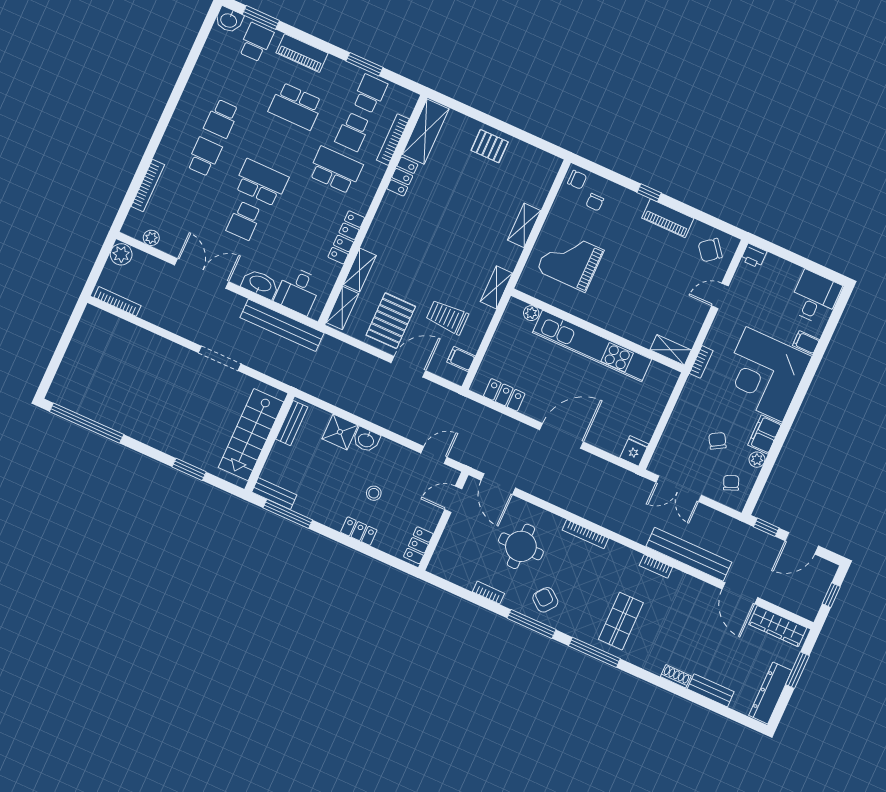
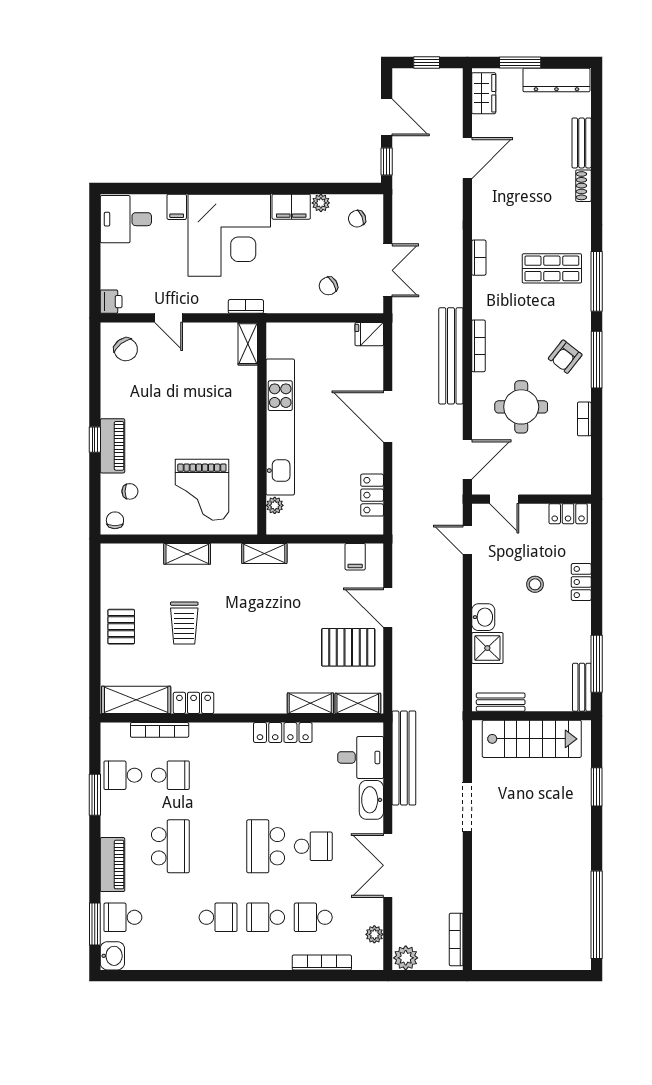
school desk: (335, 170) -> (313, 917), moved, width x0.54
piano: (668, 218) -> (113, 446), moved
trolley: (447, 317) -> (184, 623), moved
chair: (717, 441) -> (328, 286), moved
bench: (689, 554) -> (451, 356), moved
wardrobe: (778, 626) -> (484, 93), width x0.67

